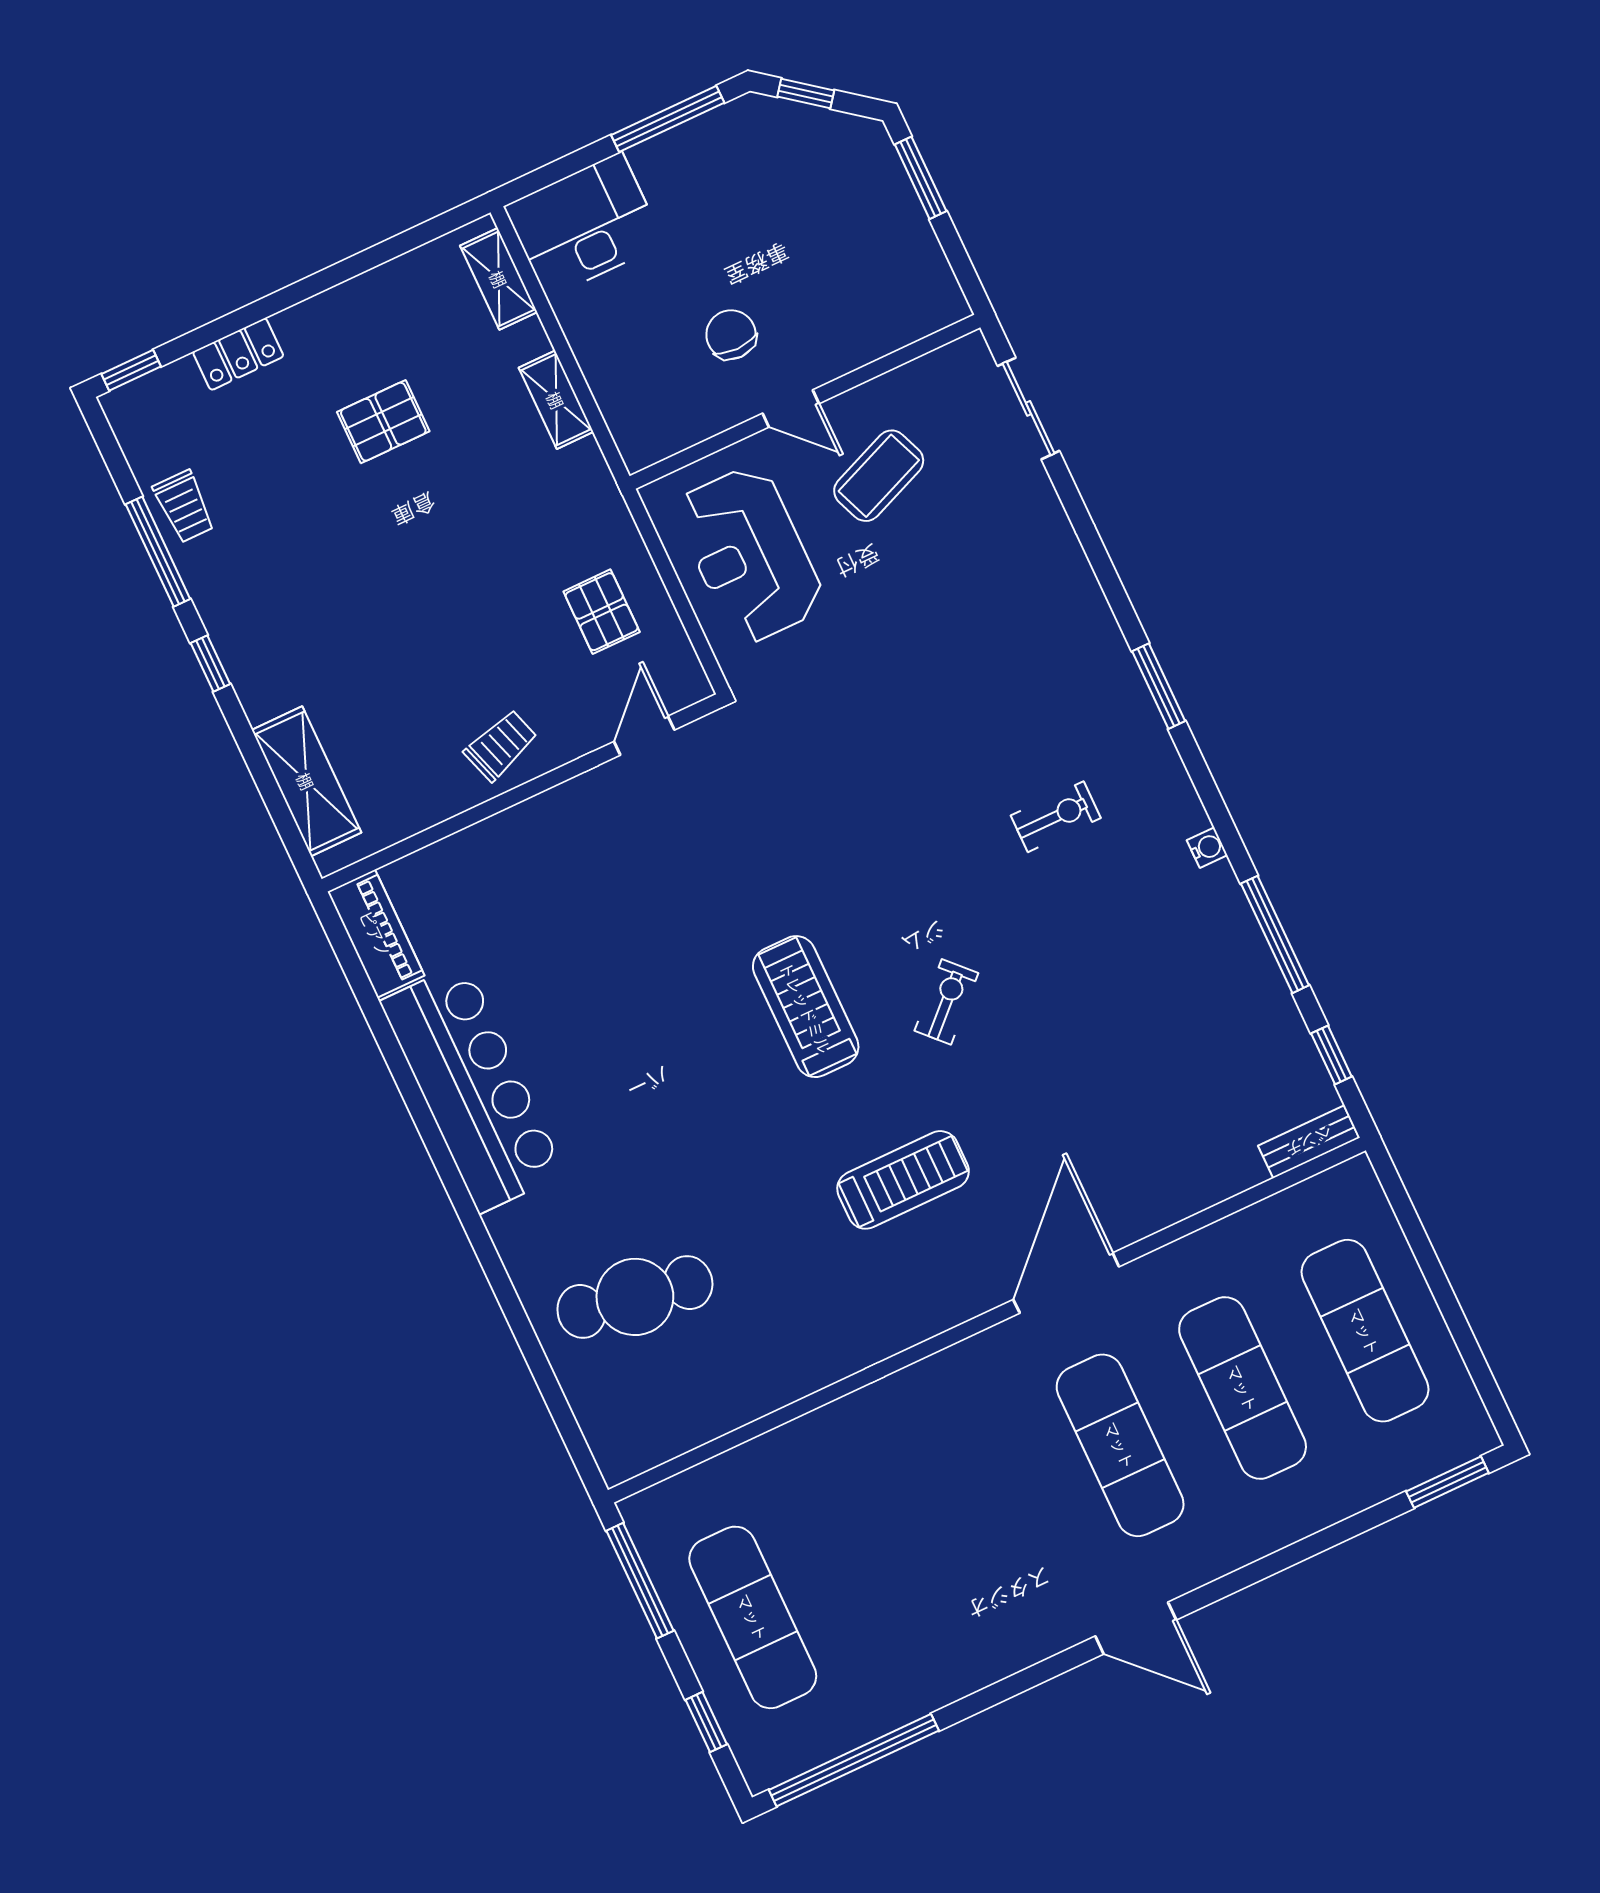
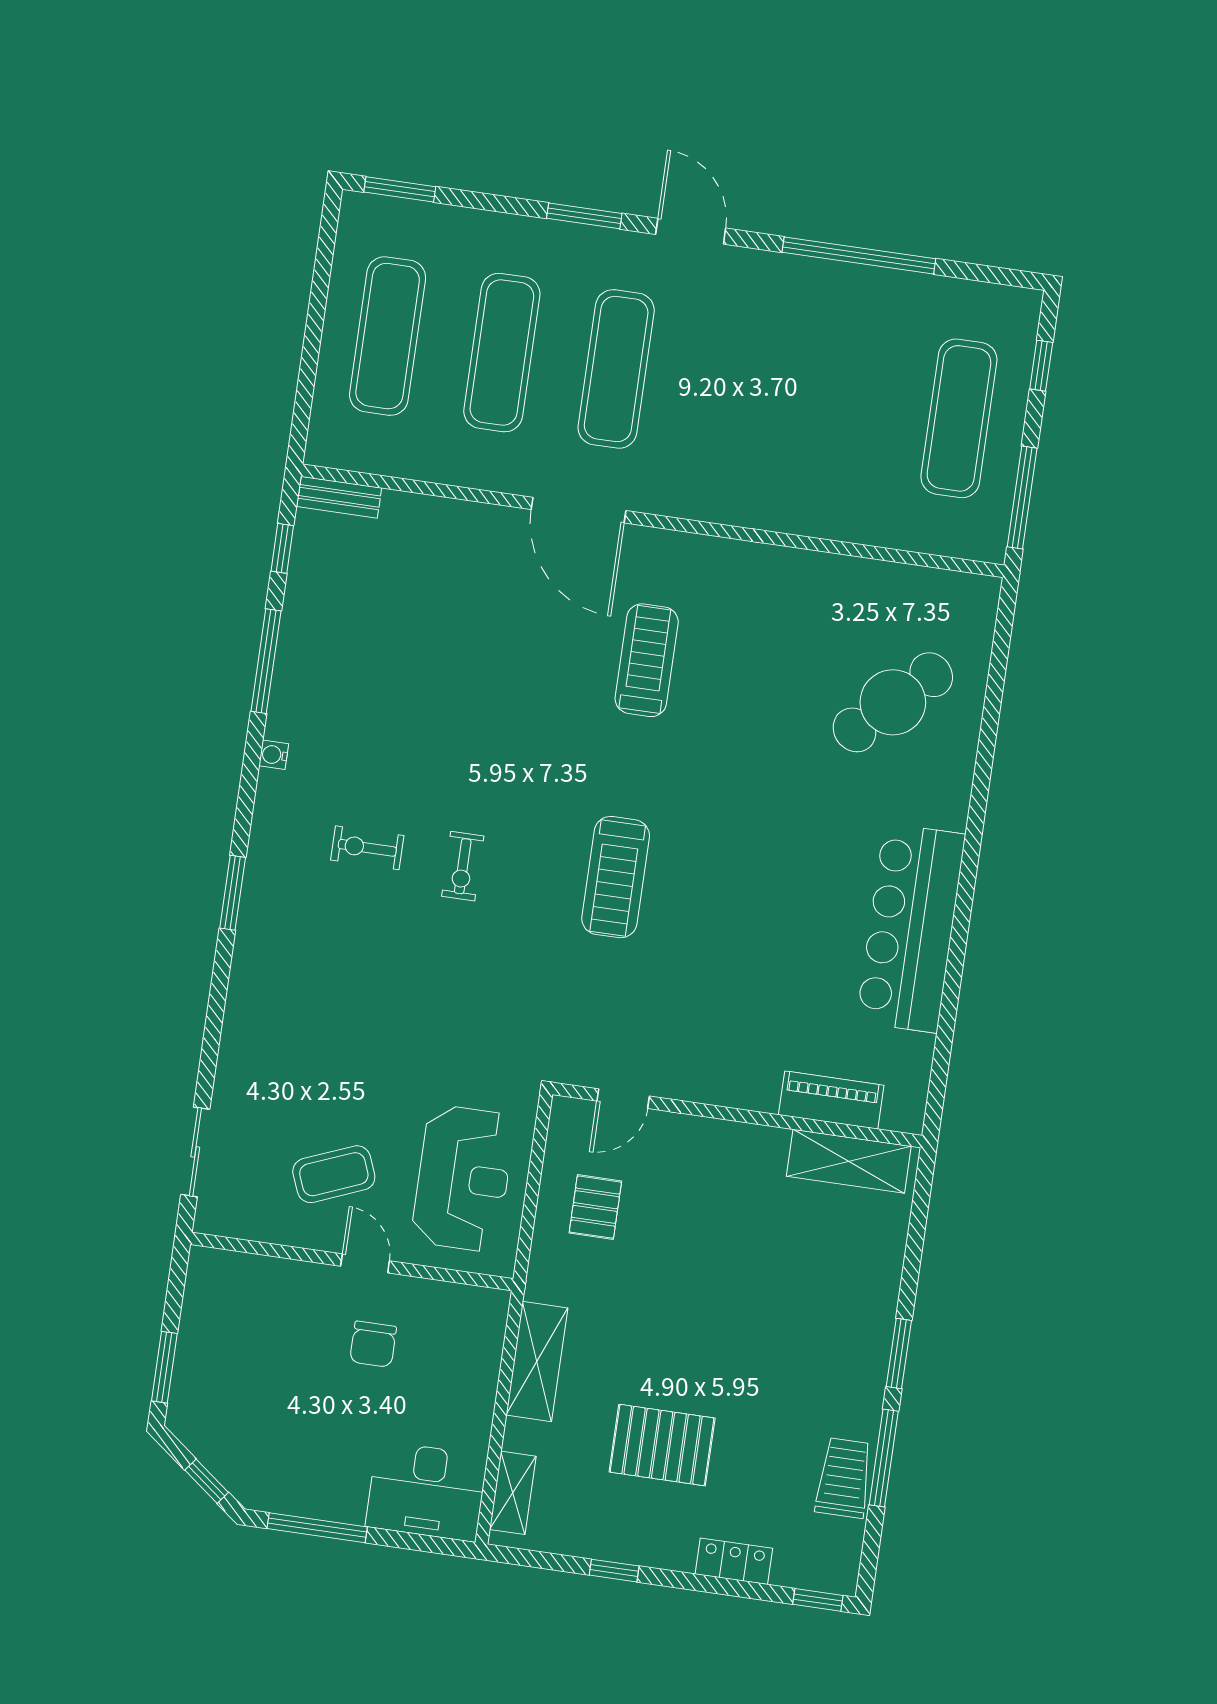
window: (349, 268) -> (614, 1571), added
shelving: (556, 400) -> (537, 1361), width x1.50, depth x1.33
pallet: (383, 422) -> (662, 1445), width x1.50, depth x1.42
trolley: (184, 506) -> (844, 1478), width x1.36, depth x1.39
window: (210, 664) -> (899, 1353), width x1.50
trolley: (501, 745) -> (730, 1159), removed
shelving: (306, 781) -> (849, 1161), moved, turned 90
piano: (376, 934) -> (831, 1100), moved, turned 90
exercise bike: (946, 1002) -> (463, 866), moved, turned -46
treadmill: (806, 1007) -> (616, 877), moved
treadmill: (903, 1180) -> (647, 660), turned 90
door: (1066, 1283) -> (578, 510), hinge flipped
cafe table: (635, 1297) -> (893, 702), turned -54
window: (1250, 1575) -> (584, 216), added
window: (854, 1760) -> (859, 255), moved

